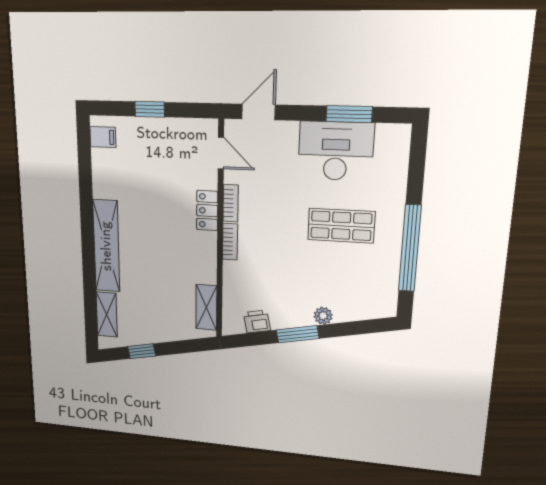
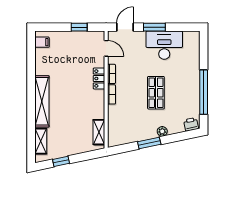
window: (150, 109) -> (79, 27), moved
window: (349, 114) -> (154, 27), moved
shop shelf: (341, 226) -> (156, 93), moved, turned 90
printer: (257, 321) -> (191, 124), moved

